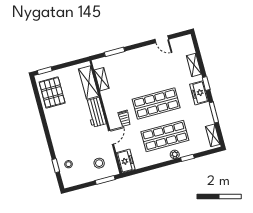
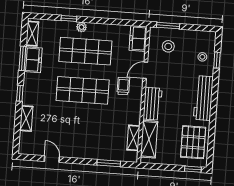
freezer: (199, 93) -> (33, 60), moved
workbench: (56, 131) -> (203, 98), added

